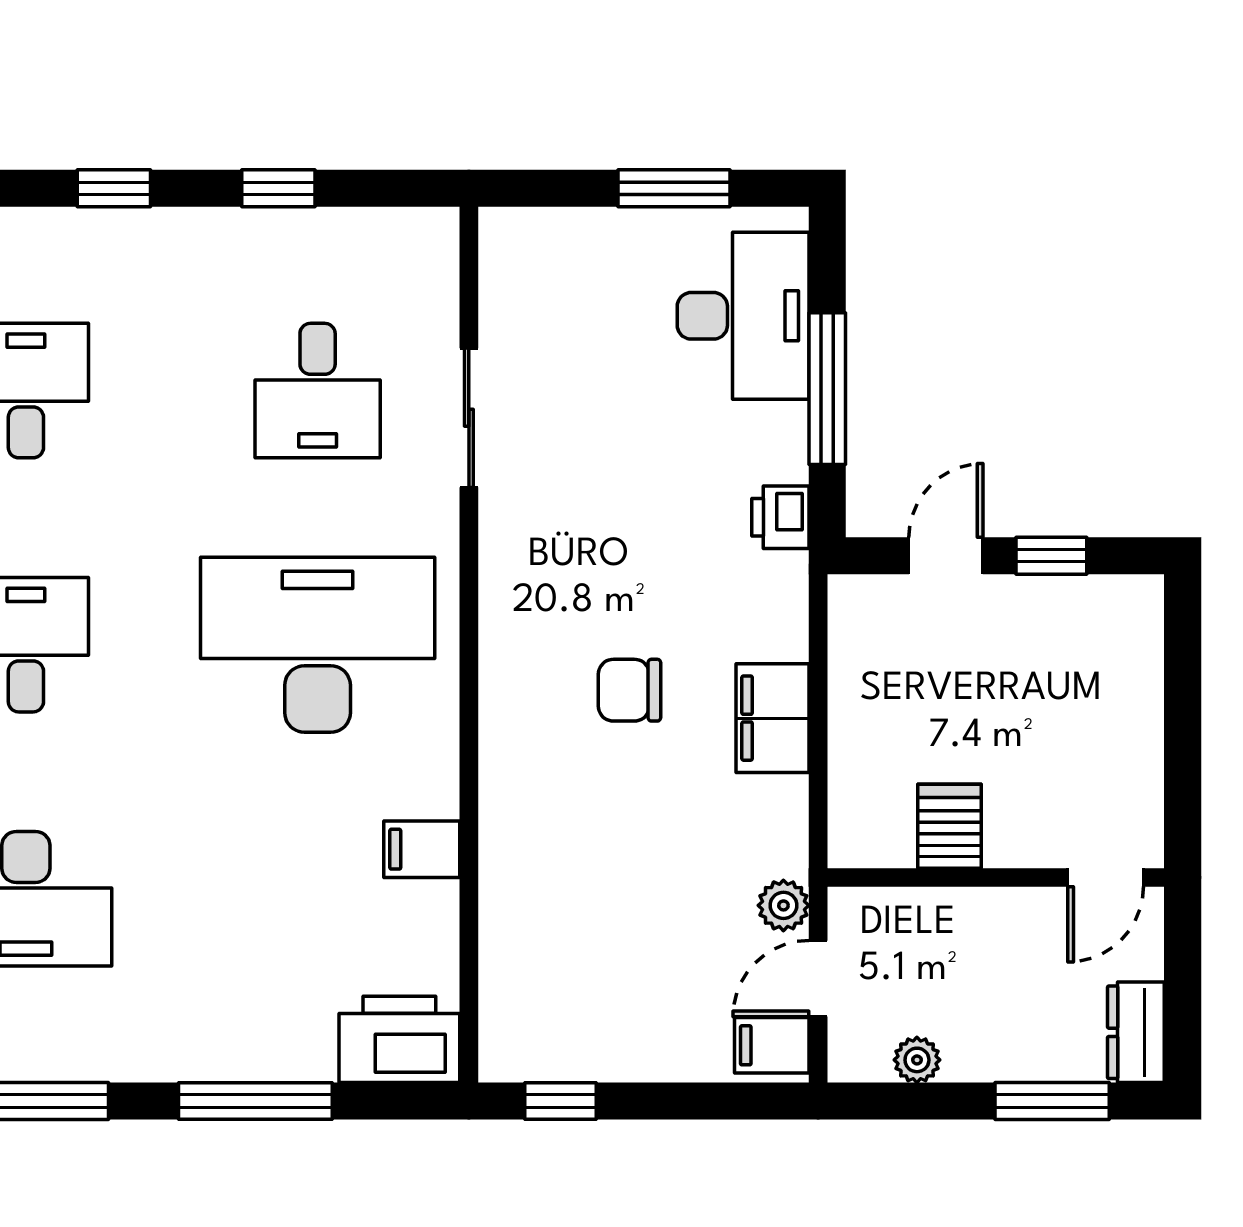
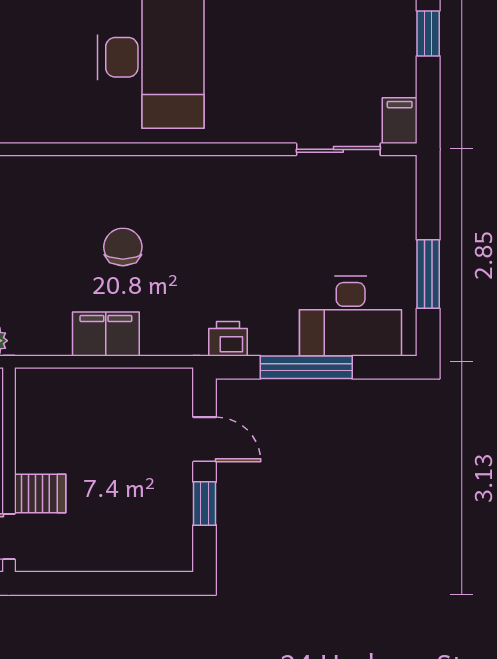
desk: (318, 391) -> (305, 57), removed
sliding door: (469, 418) -> (338, 149), moved
server rack: (949, 826) -> (40, 493), moved
filing cabinet: (422, 849) -> (400, 121), moved

